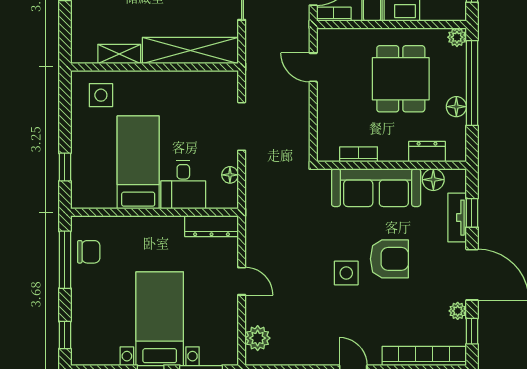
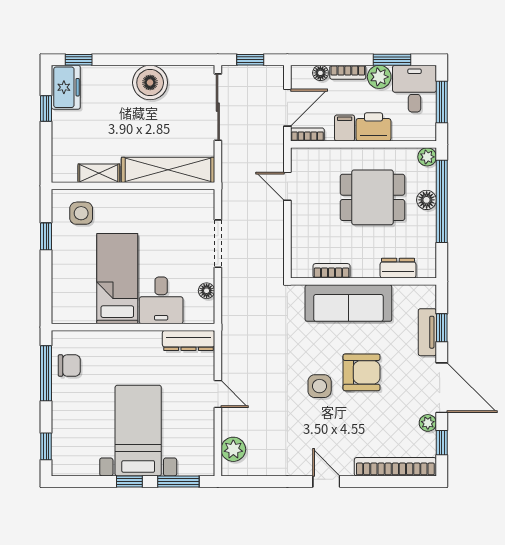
dining table: (401, 79) -> (372, 197), turned 90
floor lamp: (456, 107) -> (427, 200), moved
window: (65, 167) -> (46, 236), moved
floor lamp: (433, 180) -> (404, 295), removed

